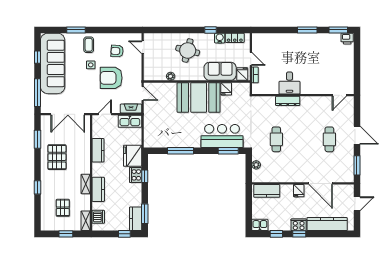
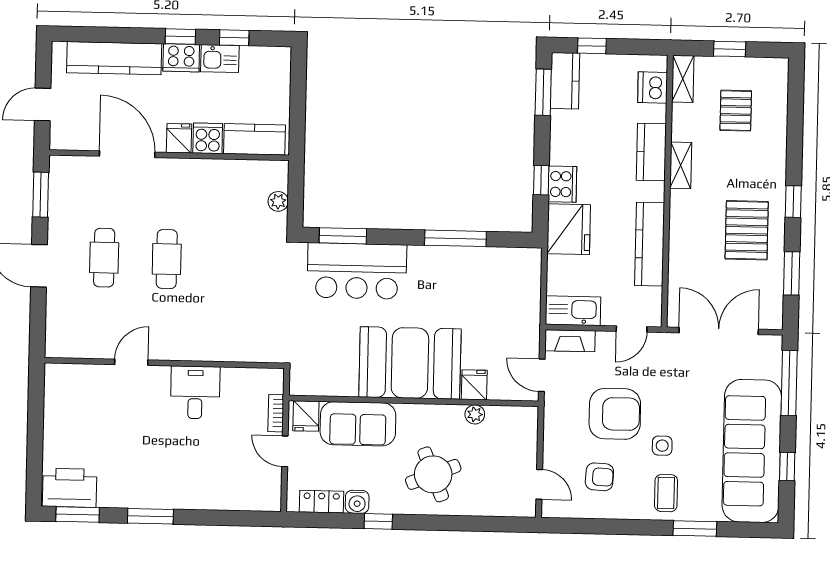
printer: (347, 39) -> (70, 488), width x1.87, depth x1.48
round table: (188, 50) -> (433, 474), turned -36
fridge: (226, 89) -> (474, 385), moved
door: (339, 95) -> (131, 362), moved
dresser: (288, 101) -> (200, 350), removed
cafe table: (276, 139) -> (167, 259), moved
kitchen counter: (98, 150) -> (650, 244), width x1.50
window: (37, 187) -> (793, 202), moved
cooker: (287, 191) -> (208, 138), added
kitchen sink: (260, 225) -> (220, 59), moved

